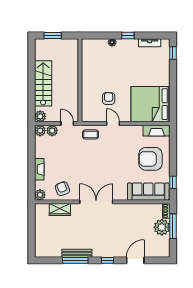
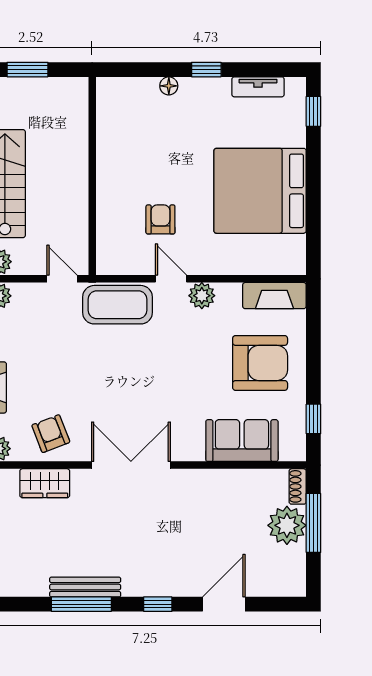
bed: (151, 104) -> (260, 191), moved
plant: (52, 131) -> (202, 296), moved
coffee table: (91, 134) -> (118, 305), width x1.86, depth x1.72
armchair: (151, 159) -> (260, 363), turned 180
sofa: (148, 192) -> (242, 441), width x0.73

